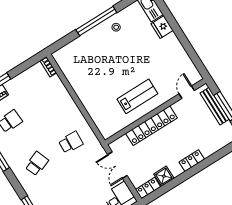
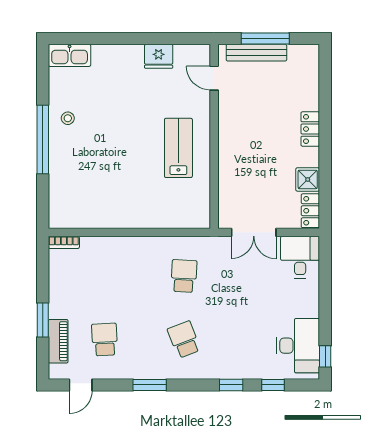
fridge: (162, 27) -> (159, 56), moved
locker: (151, 126) -> (229, 154), removed

